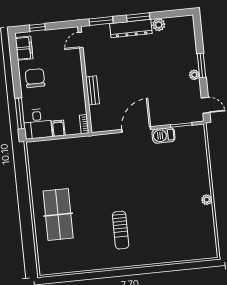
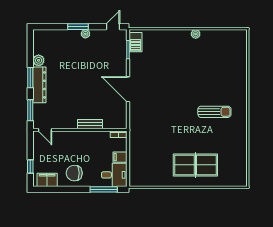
barbecue: (164, 135) -> (136, 42), moved

